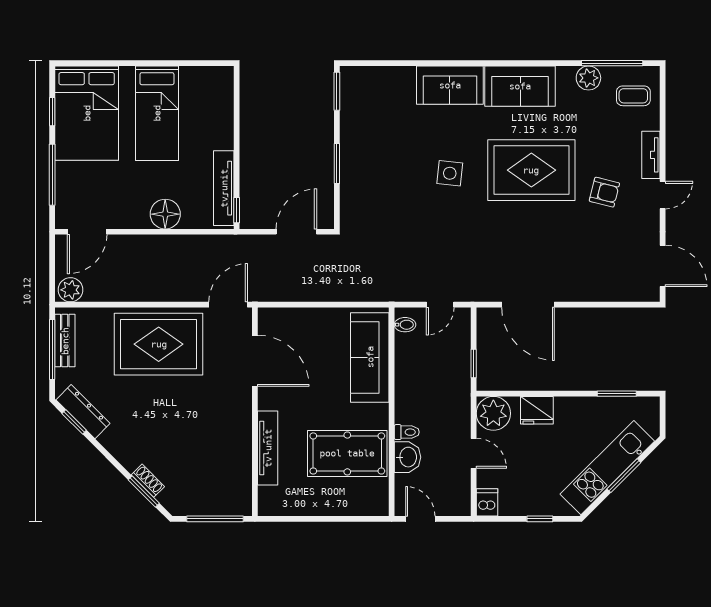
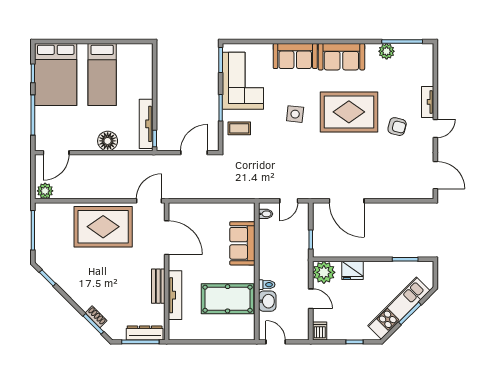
coffee table: (633, 96) -> (239, 128), moved
corner sofa: (371, 123) -> (243, 81), added
bench: (65, 341) -> (158, 286), moved
sofa: (370, 357) -> (242, 243), width x0.73
dresser: (83, 412) -> (145, 333), moved, turned -45

